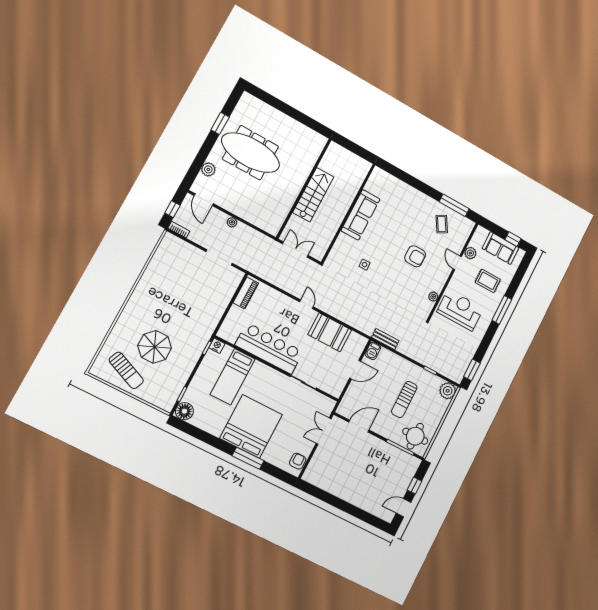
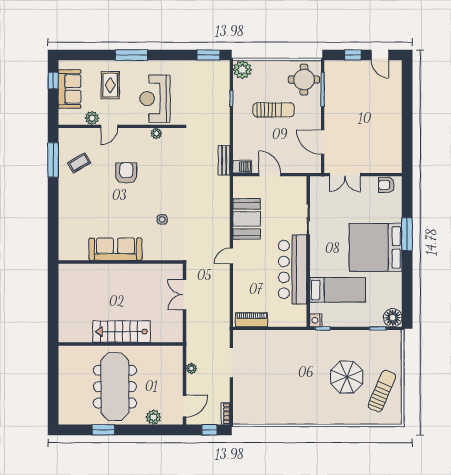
wall: (304, 188) -> (121, 344), moved
stairs: (313, 195) -> (122, 332), moved

